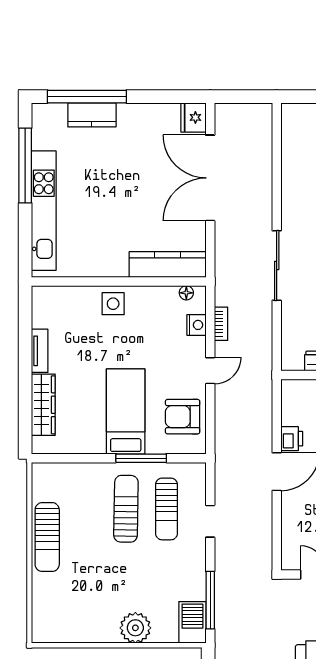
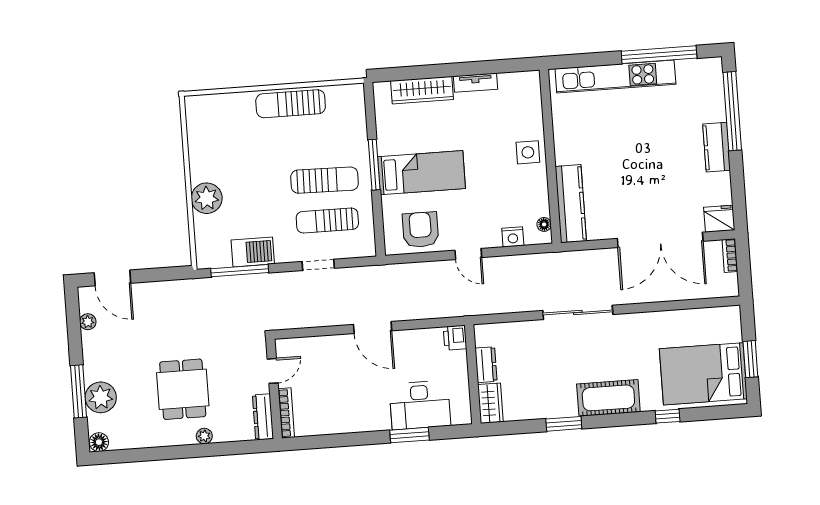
kitchen counter: (92, 115) -> (717, 147), moved
double door: (210, 178) -> (660, 240), swing flipped
bookcase: (221, 324) -> (730, 256), moved, turned 90
printer: (292, 439) -> (455, 338), moved, turned 90
window: (141, 458) -> (374, 165), moved
barbecue: (192, 622) -> (253, 252), moved

